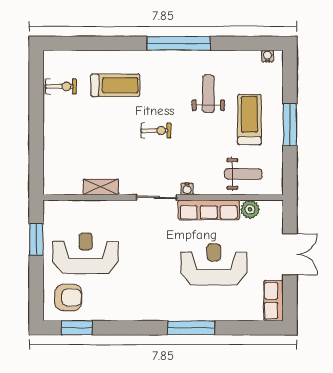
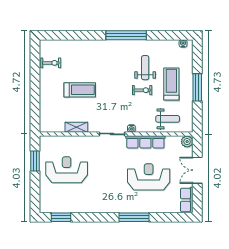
treadmill: (115, 85) -> (80, 90), moved
exercise bike: (156, 131) -> (142, 90), moved
plant: (250, 209) -> (187, 142), moved
double door: (290, 254) -> (197, 170), swing flipped
armchair: (68, 297) -> (55, 198), removed

